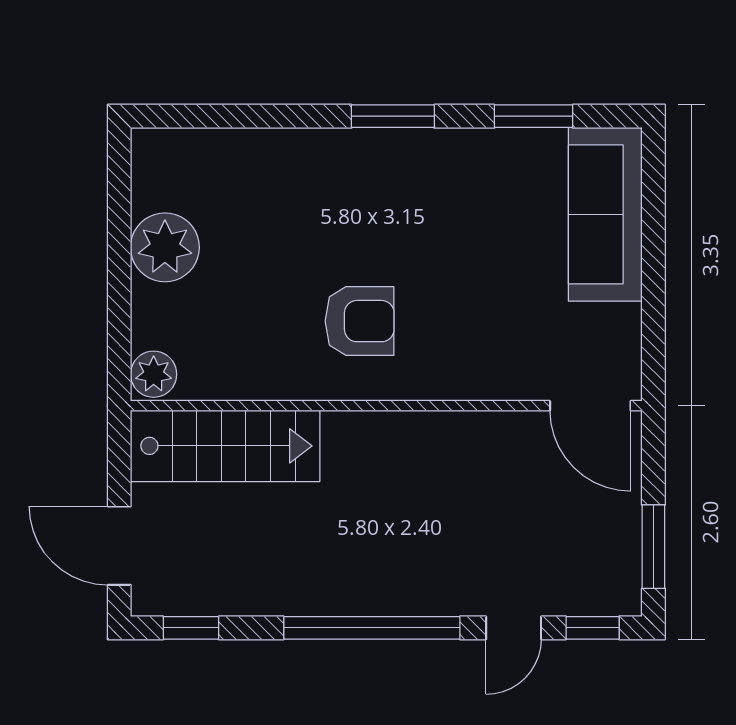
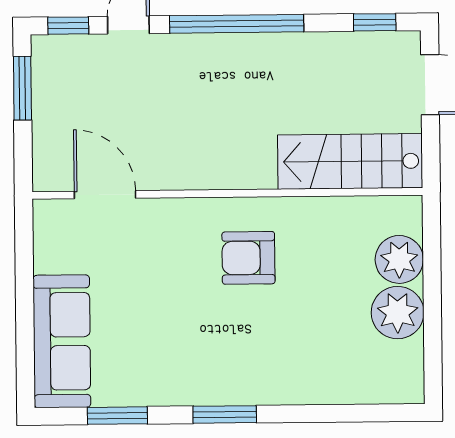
plant: (154, 374) -> (399, 259), moved, width x1.36, depth x1.36
door: (590, 406) -> (105, 195), moved

